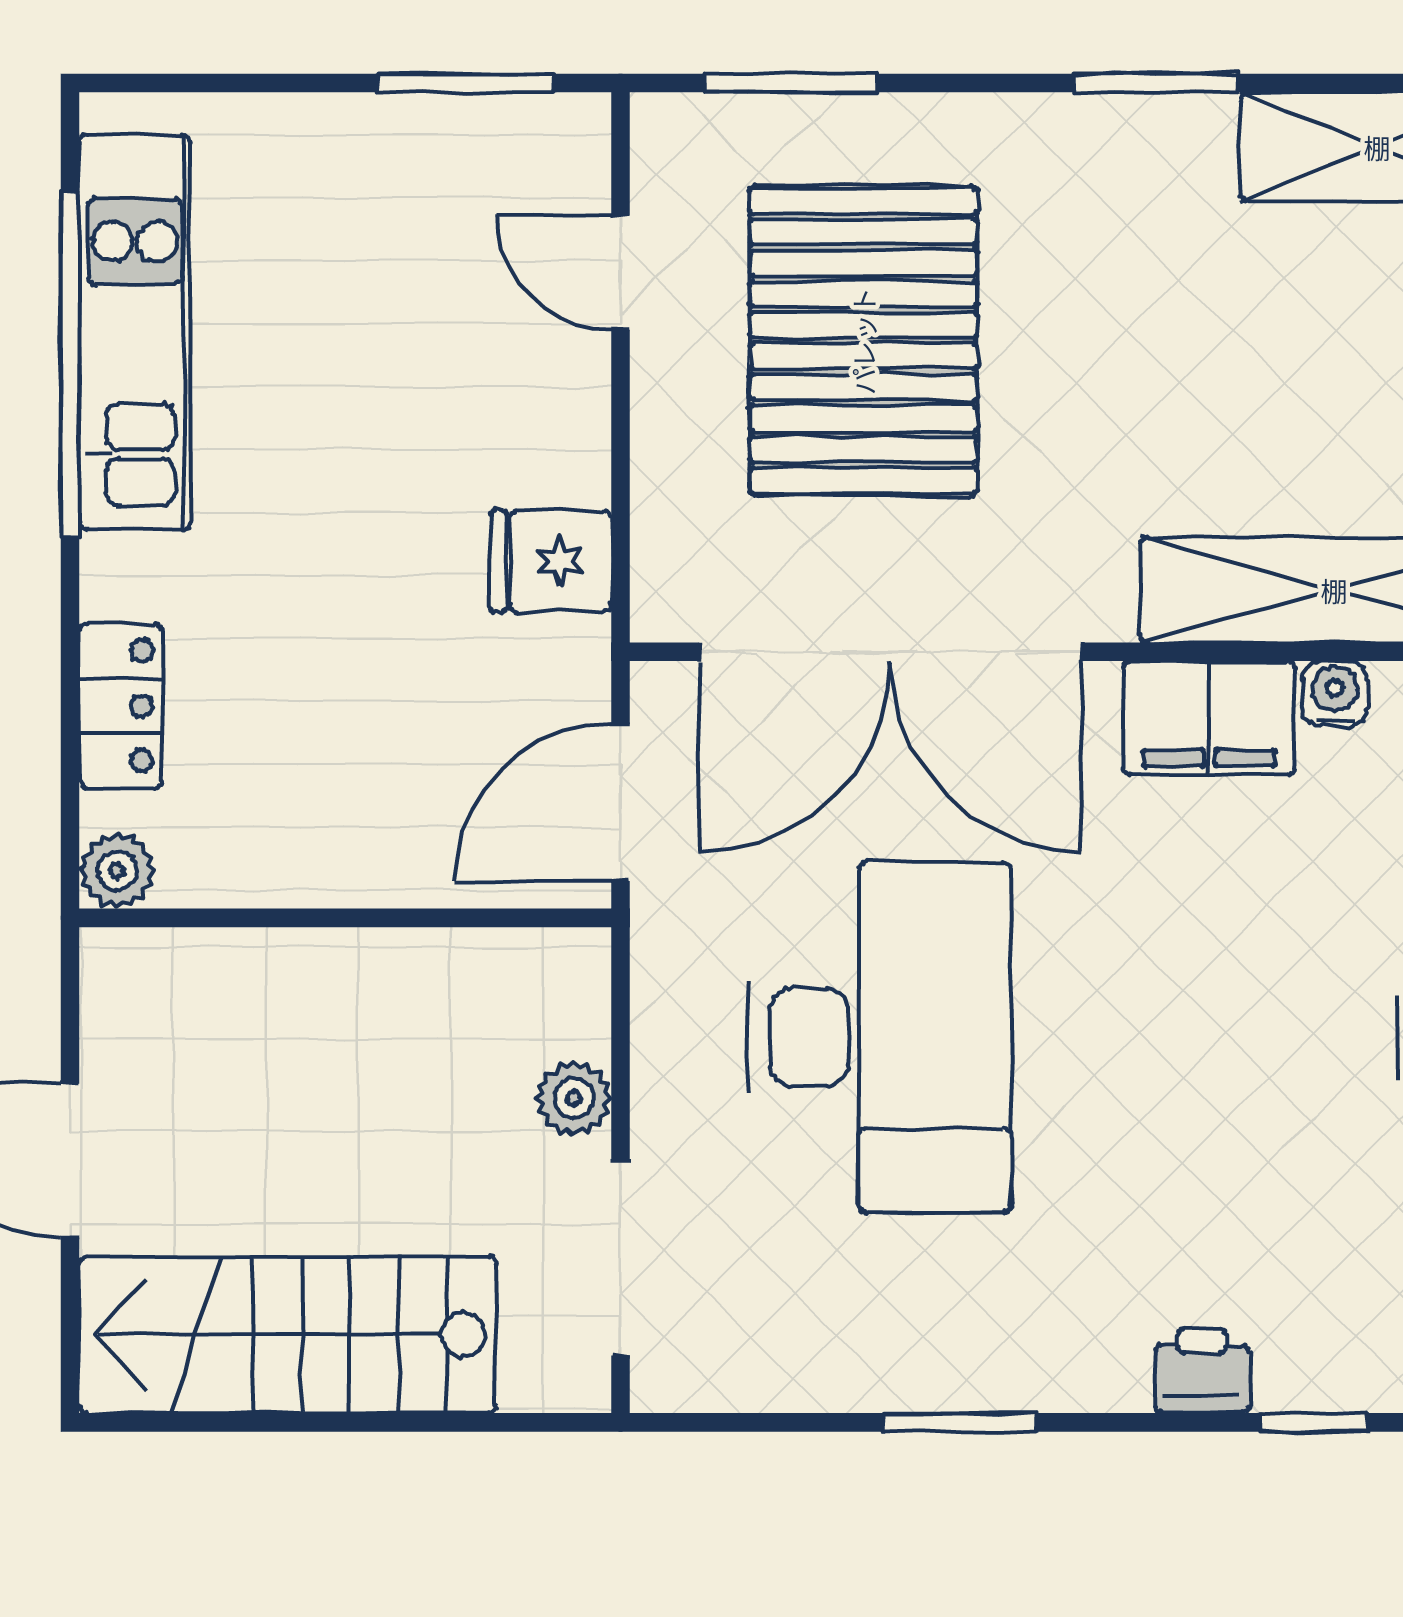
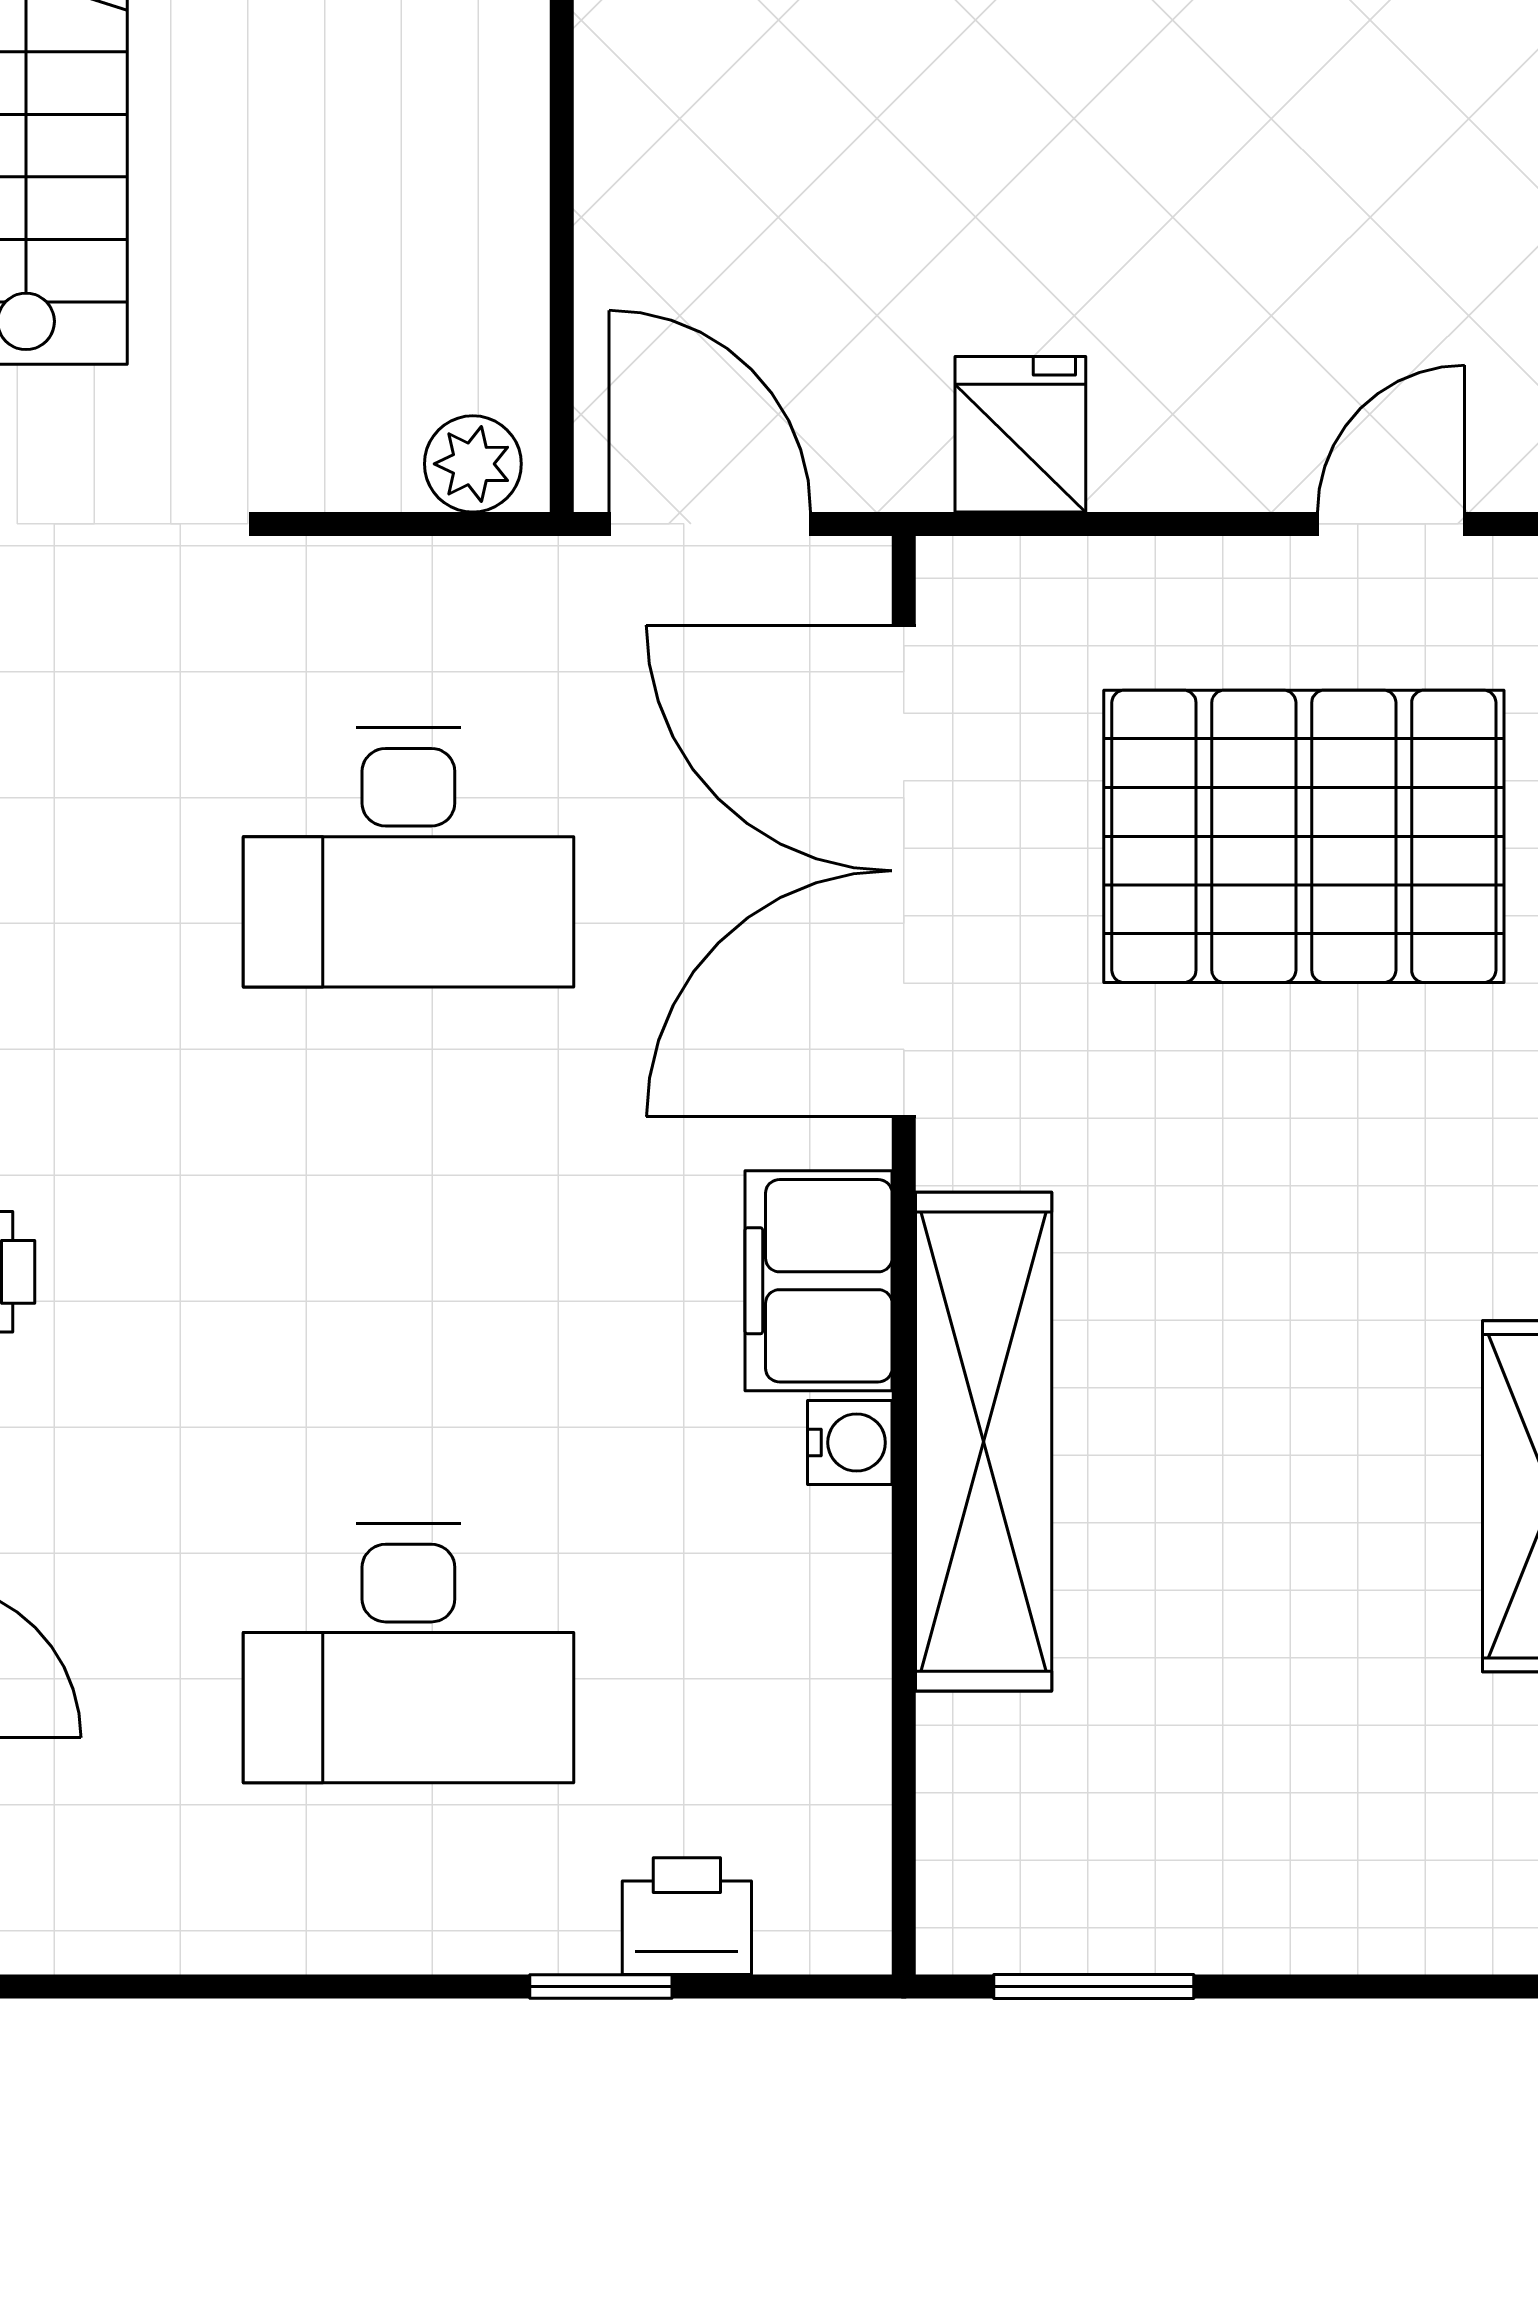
desk: (880, 1037) -> (408, 857), width x0.73, depth x0.77
plant: (574, 1098) -> (473, 464), moved

